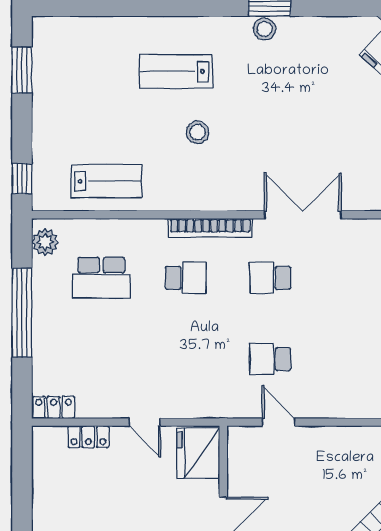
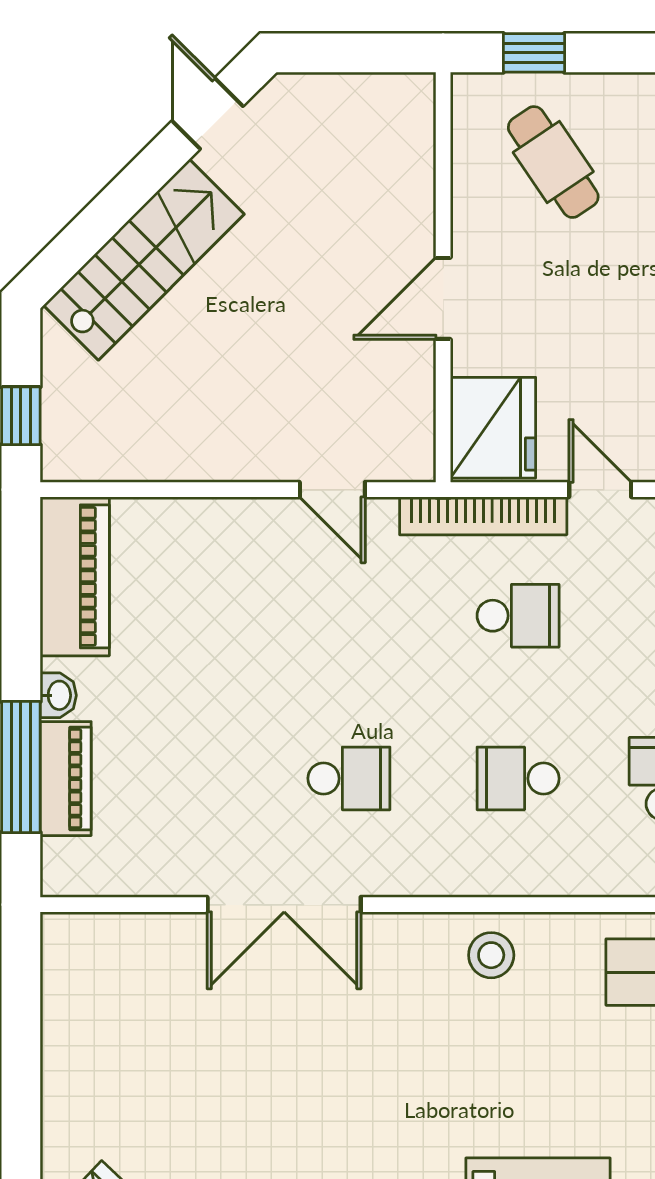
stool: (197, 132) -> (491, 955), moved
bookcase: (210, 228) -> (483, 516), moved, turned 180
school desk: (270, 359) -> (518, 616), moved

